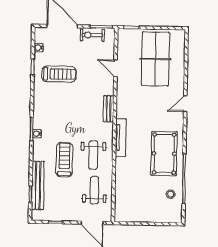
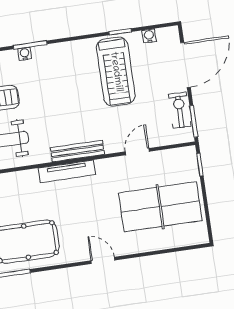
treadmill: (59, 74) -> (116, 72), width x1.37, depth x1.37
bench: (109, 109) -> (77, 151), width x1.36
tv unit: (121, 138) -> (67, 171), moved

